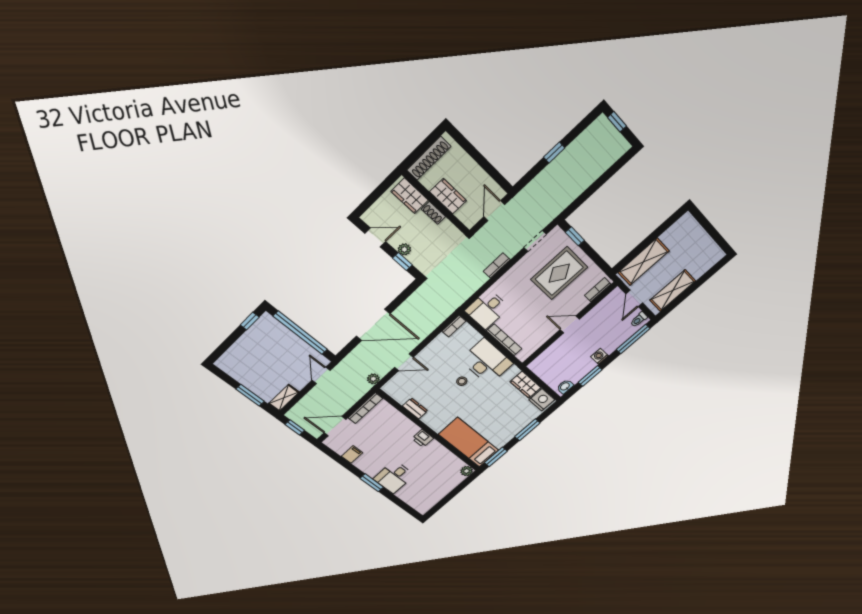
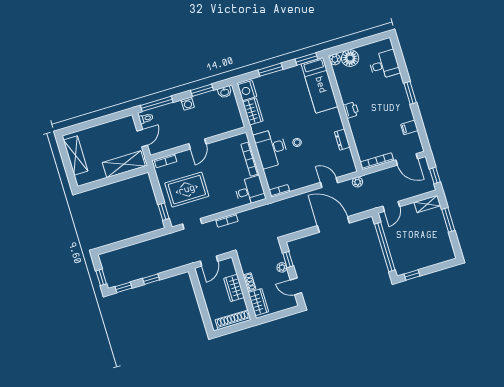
window: (584, 124) -> (123, 287), added
shelving: (673, 291) -> (76, 156), moved, turned 90
door: (570, 324) -> (198, 144), hinge flipped
desk: (394, 477) -> (384, 65), moved
floor lamp: (452, 480) -> (350, 58), added

